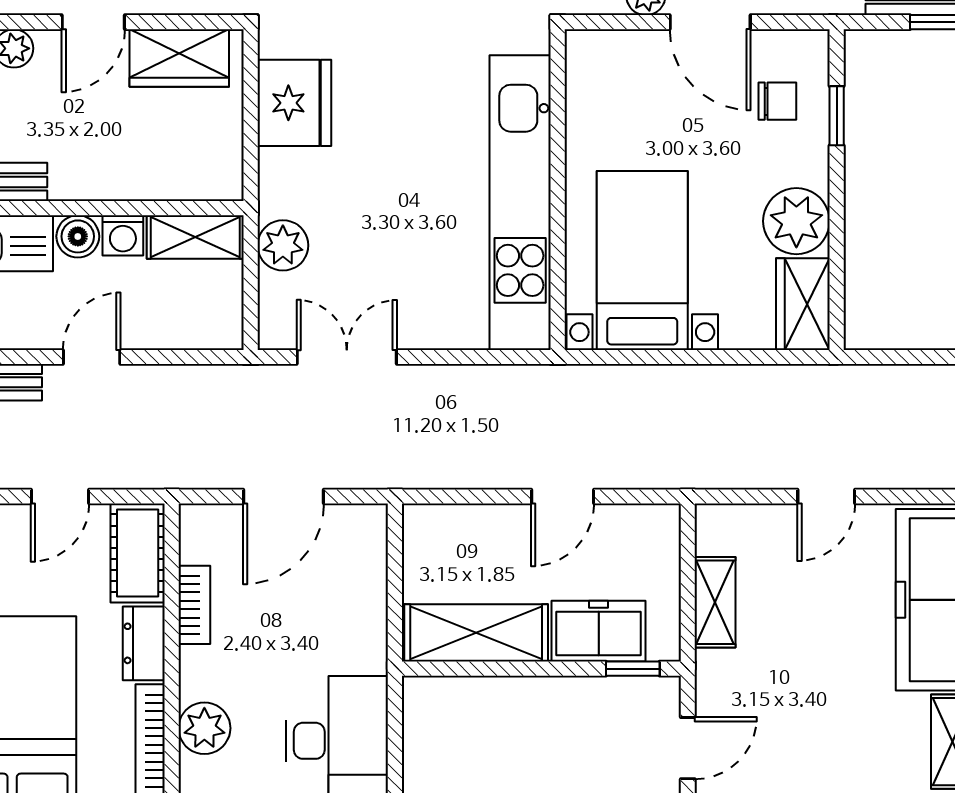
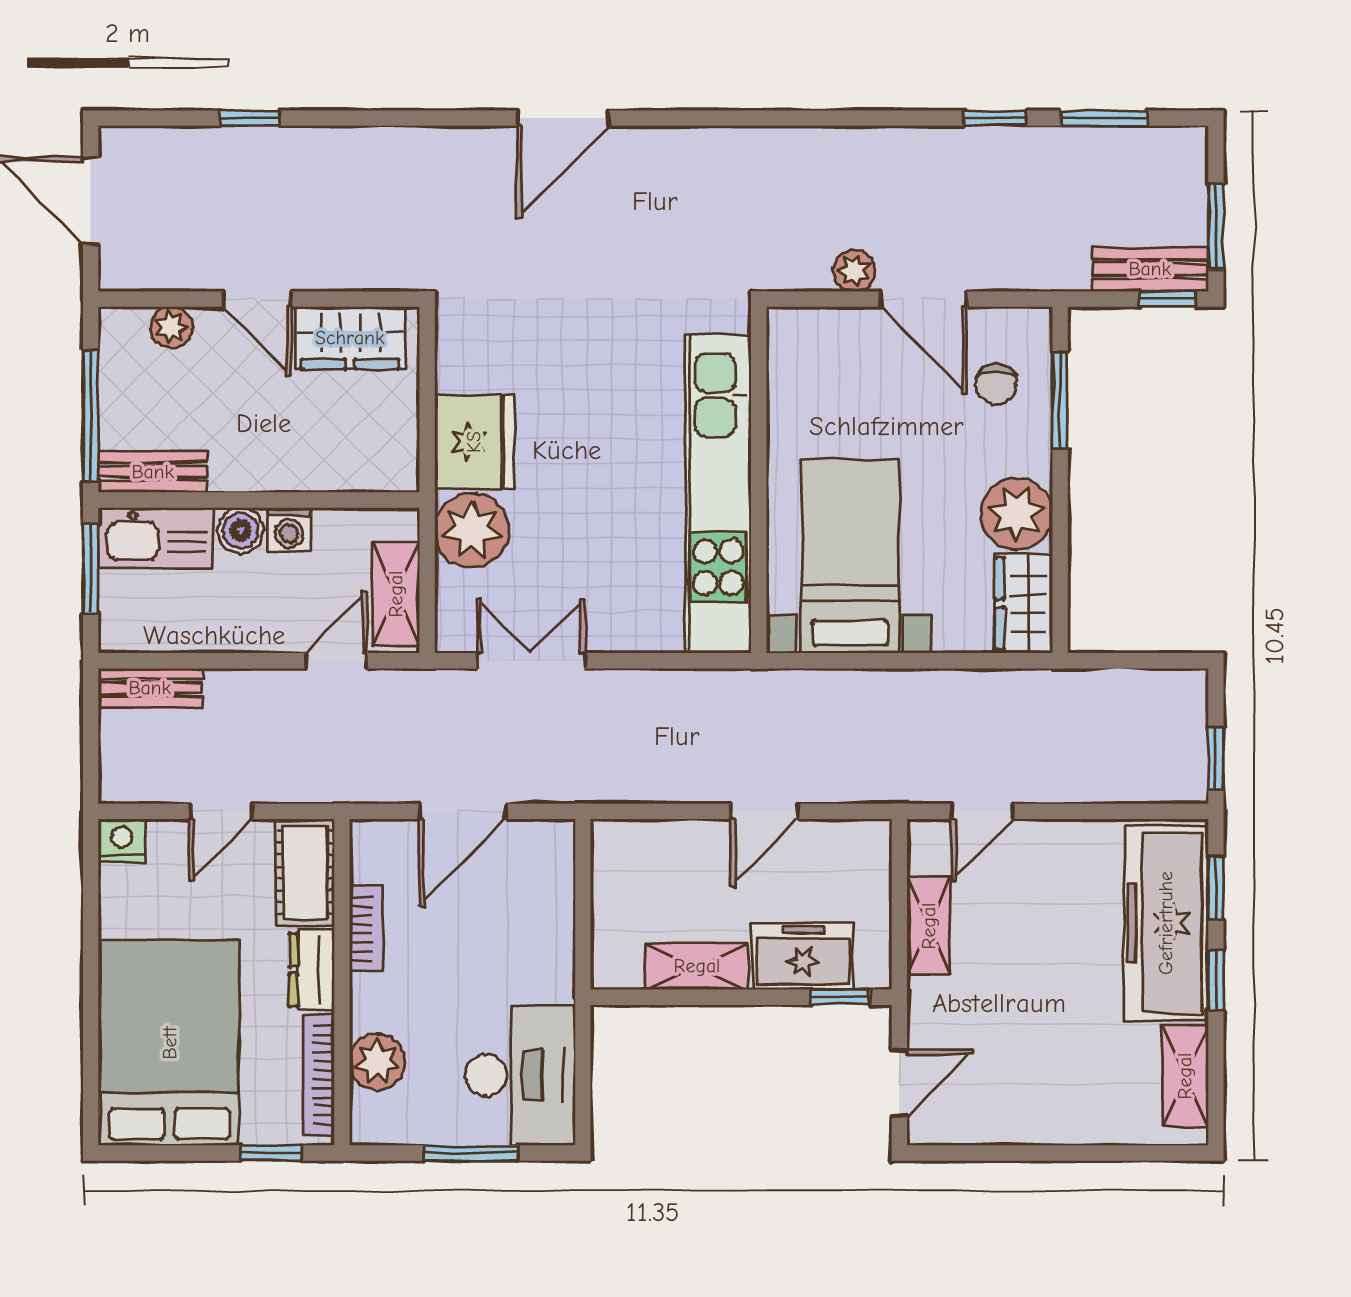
door: (93, 22) -> (257, 299), hinge flipped
chair: (777, 101) -> (996, 384), turned 90
fridge: (294, 103) -> (474, 442), moved
window: (837, 116) -> (1060, 400), width x1.50
shelving: (195, 237) -> (396, 594), moved, turned 90
plant: (283, 245) -> (472, 530), width x1.36, depth x1.36
door: (92, 357) -> (336, 661), moved
door: (826, 497) -> (983, 811), moved
shelving: (476, 633) -> (697, 966), width x0.67, depth x0.75

